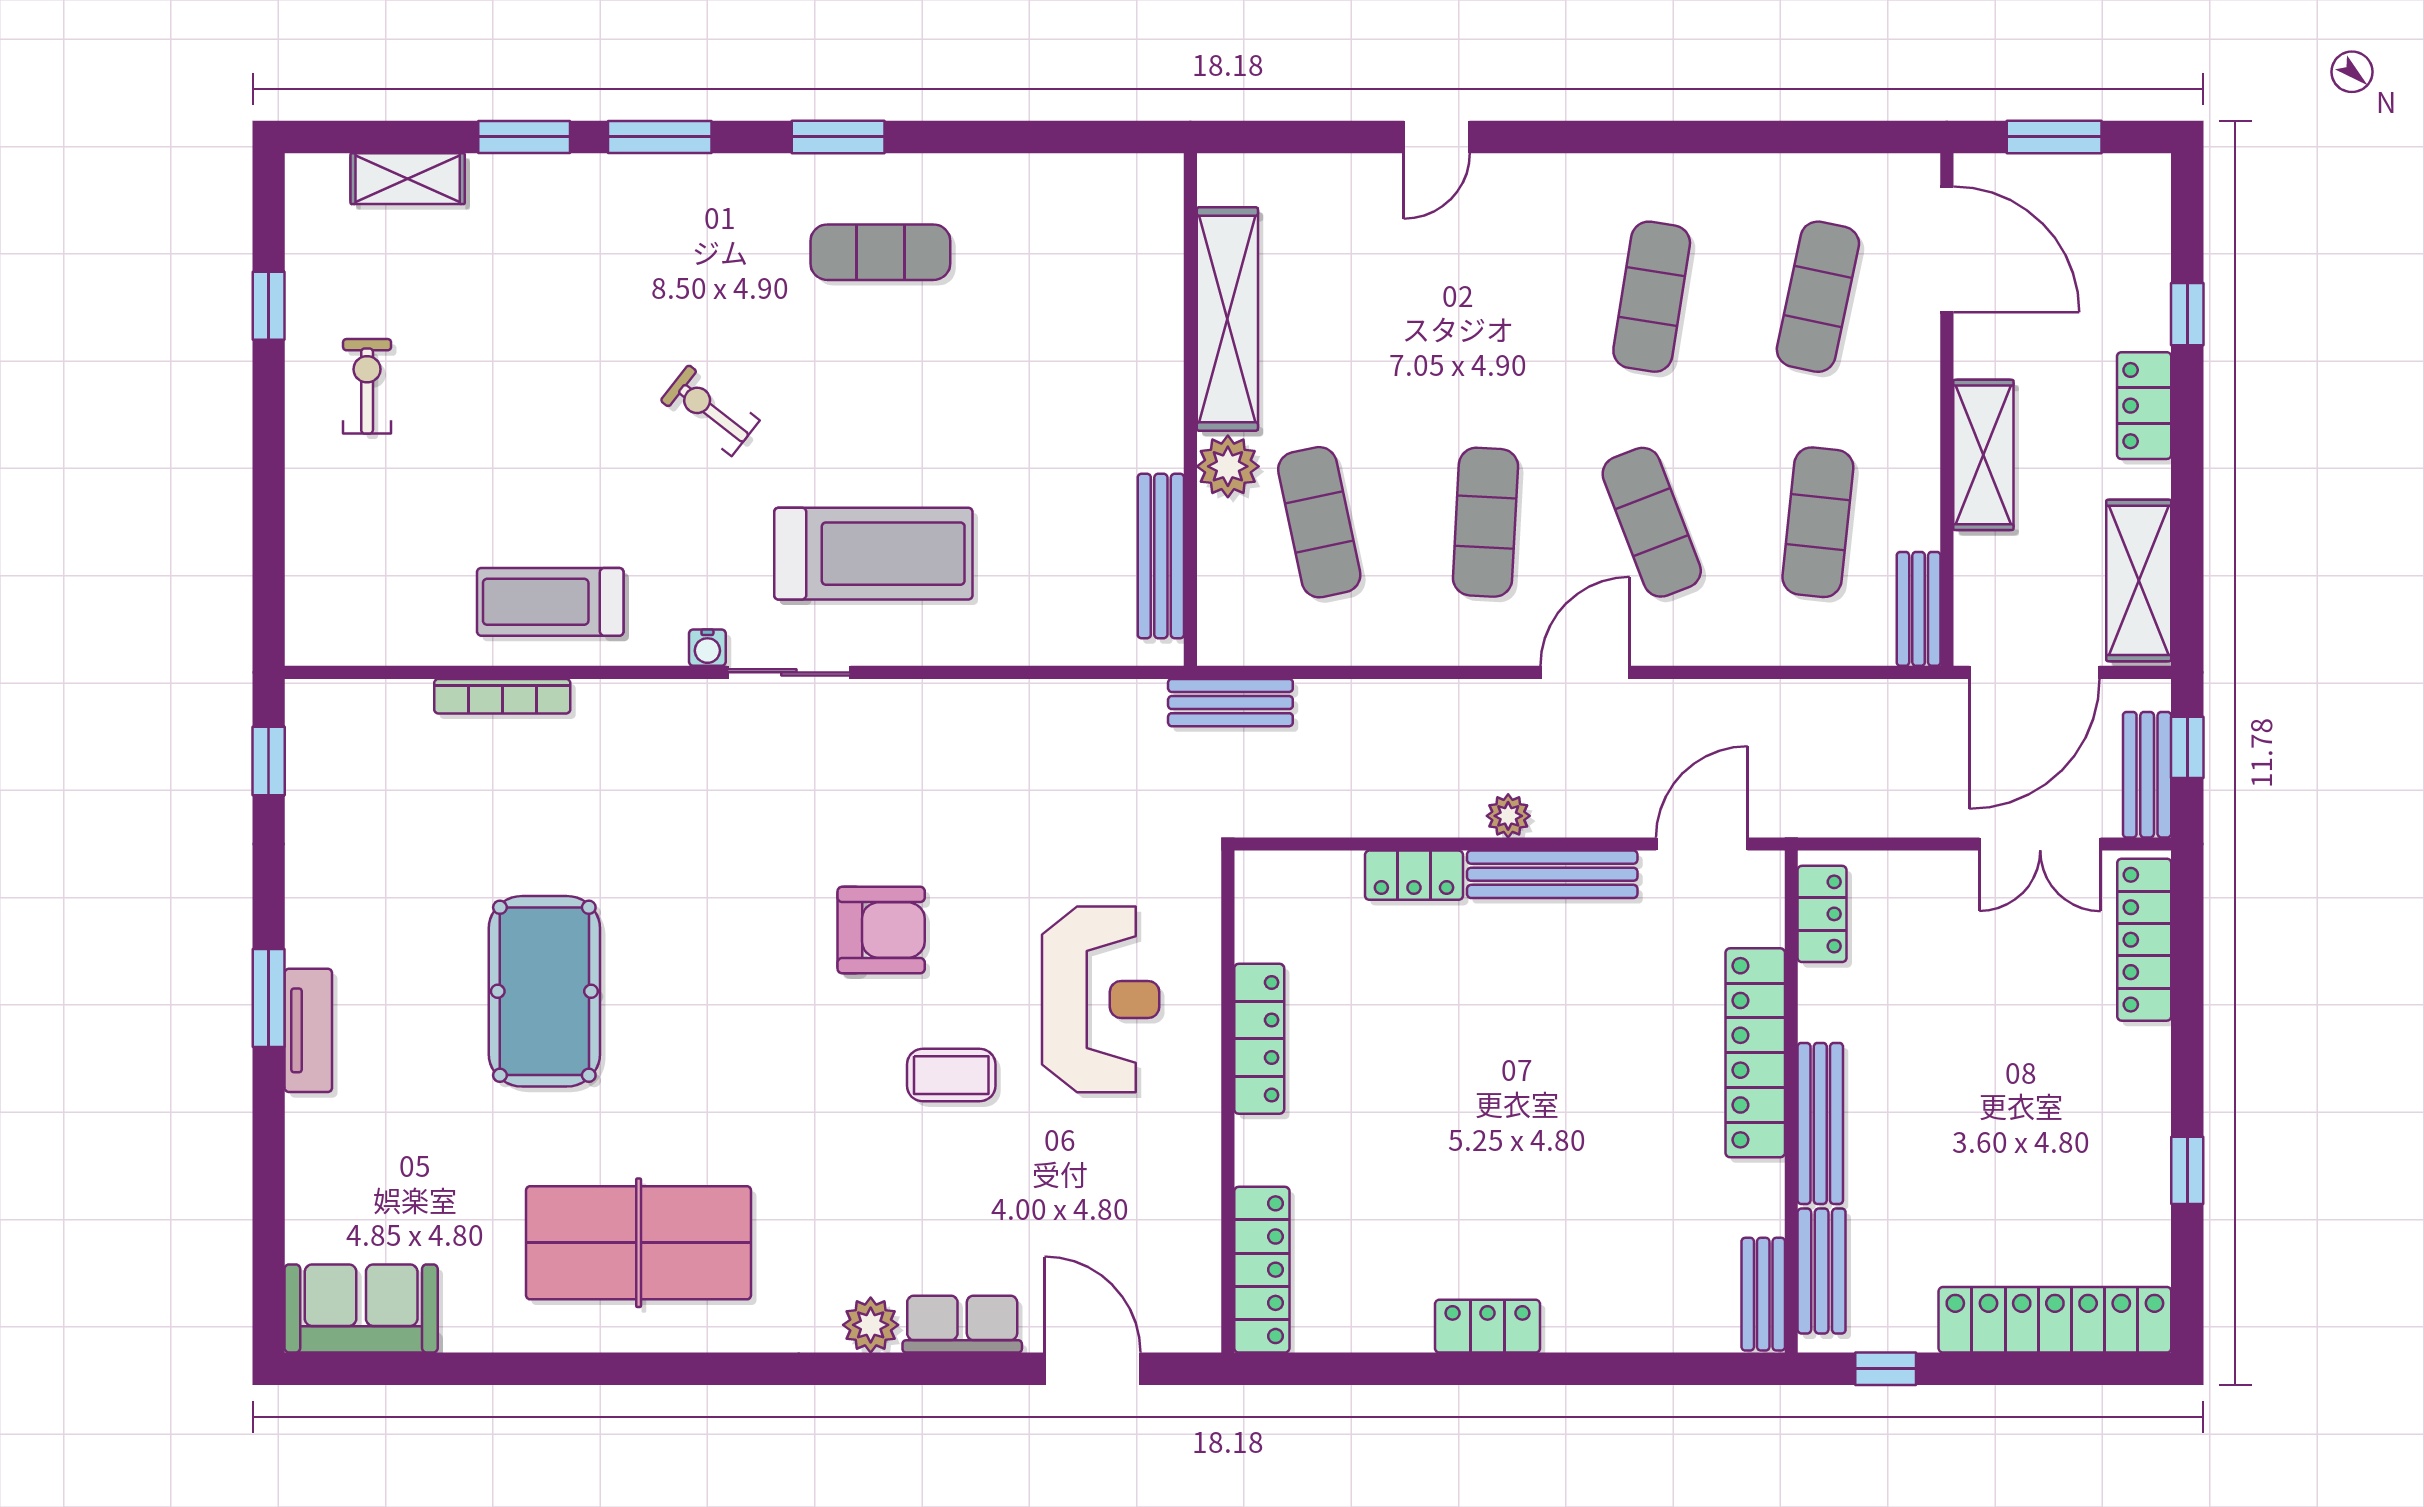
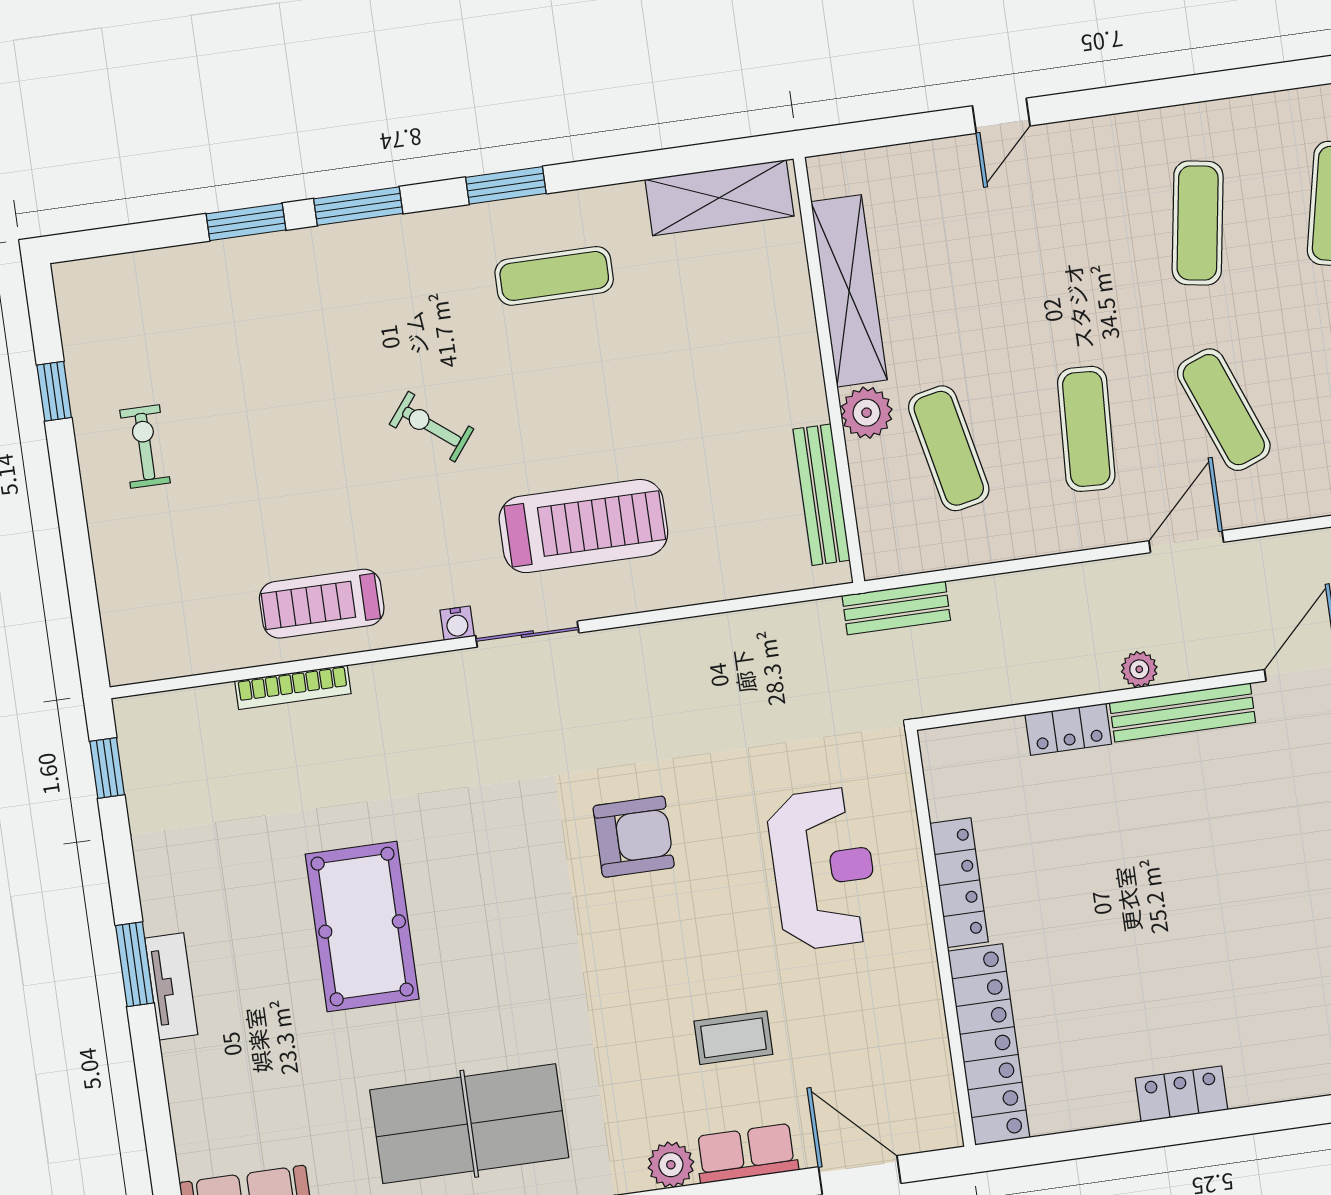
shelving: (408, 179) -> (719, 198), moved, width x1.50, depth x1.33
coffee table: (951, 1075) -> (733, 1038), moved
locker: (1262, 1270) -> (989, 1044), width x1.41, depth x1.21

